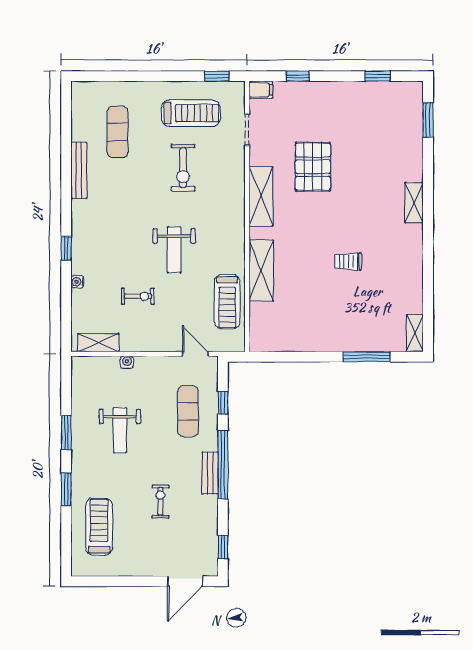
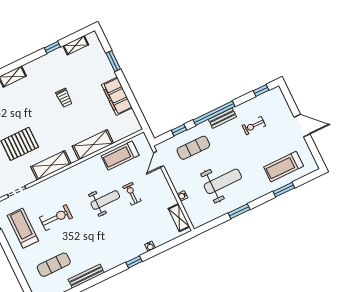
window: (428, 280) -> (52, 47), added
exercise bike: (138, 296) -> (132, 194), moved
treadmill: (227, 302) -> (120, 156), turned 180
shelving: (415, 333) -> (76, 45), moved
filing cabinet: (314, 338) -> (117, 96), added
window: (366, 357) -> (113, 61), width x0.69
weight bench: (120, 430) -> (223, 181), width x1.36, depth x1.33
window: (66, 489) -> (284, 190), moved
exercise bike: (160, 501) -> (254, 126), moved
door: (185, 581) -> (302, 126), moved

